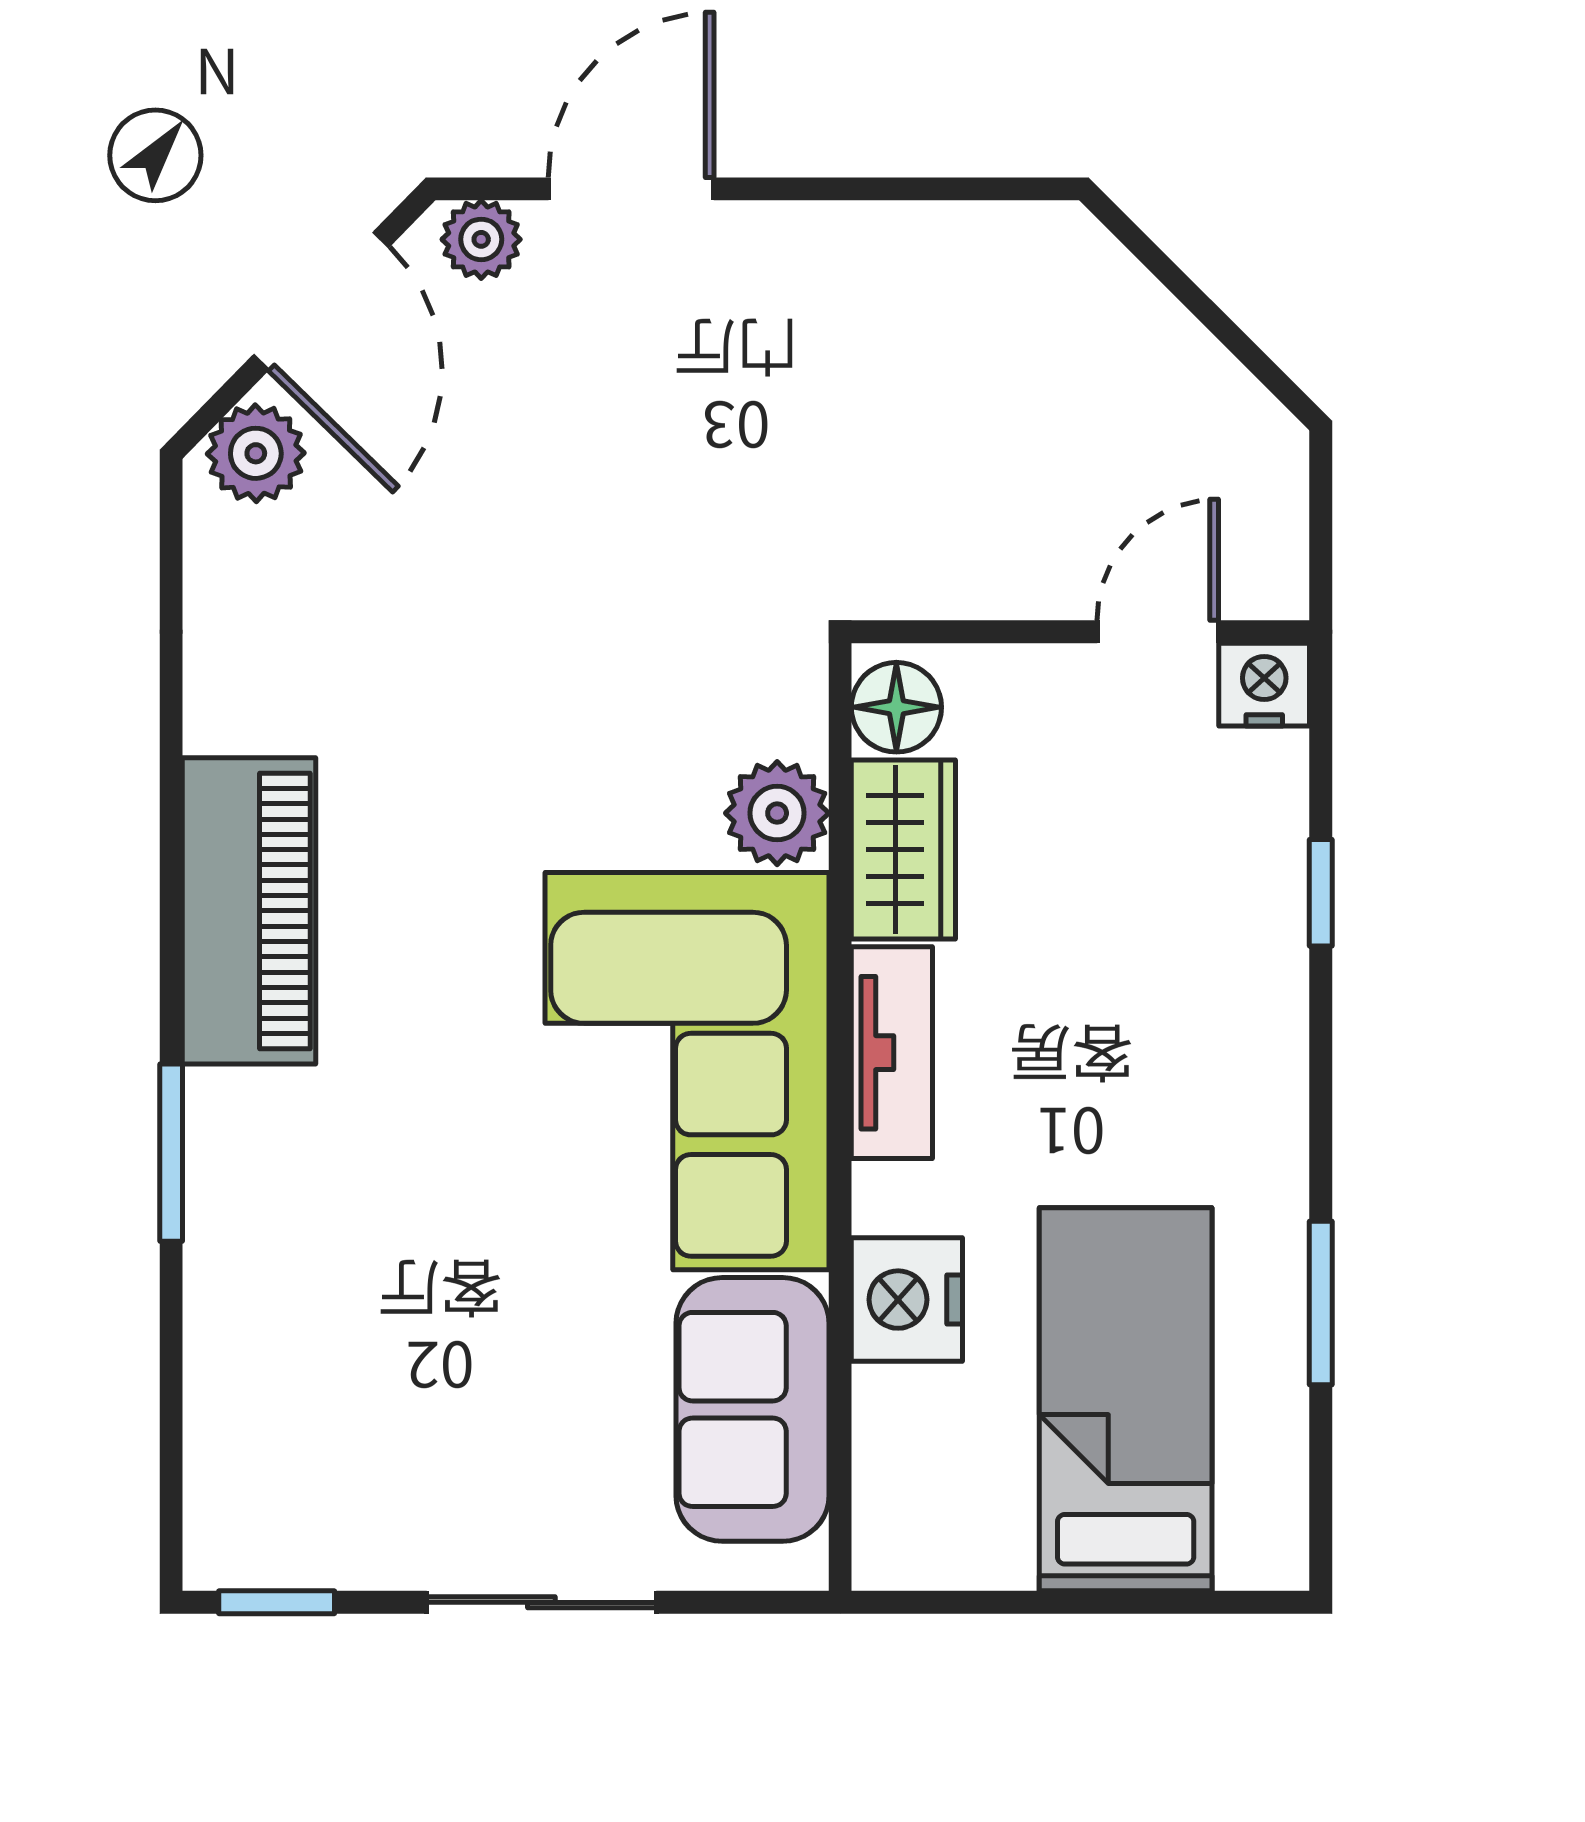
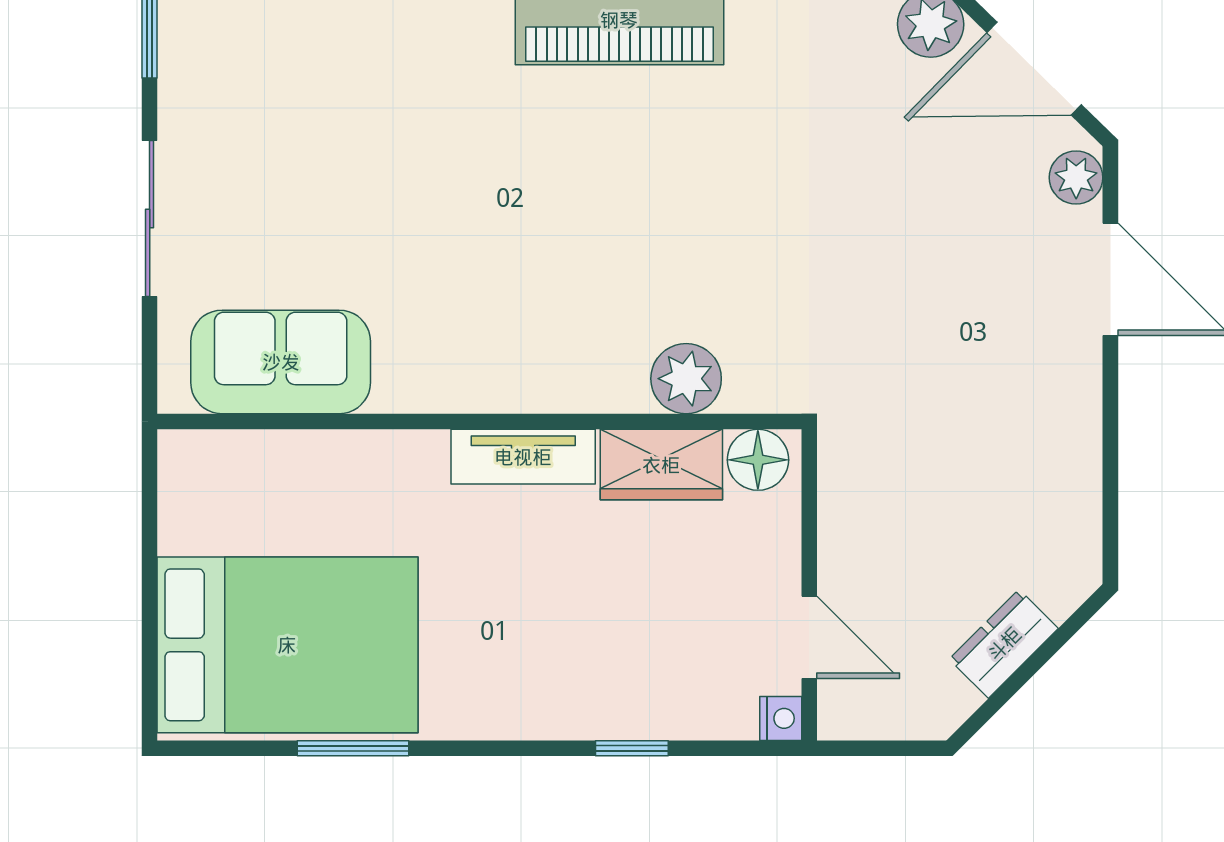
dresser: (1167, 346) -> (1004, 644), added
nightstand: (1264, 685) -> (781, 718), width x0.72, depth x0.74
corner sofa: (687, 1071) -> (511, 317), removed
nightstand: (907, 1300) -> (355, 467), removed
bed: (1126, 1399) -> (287, 645), width x1.50

